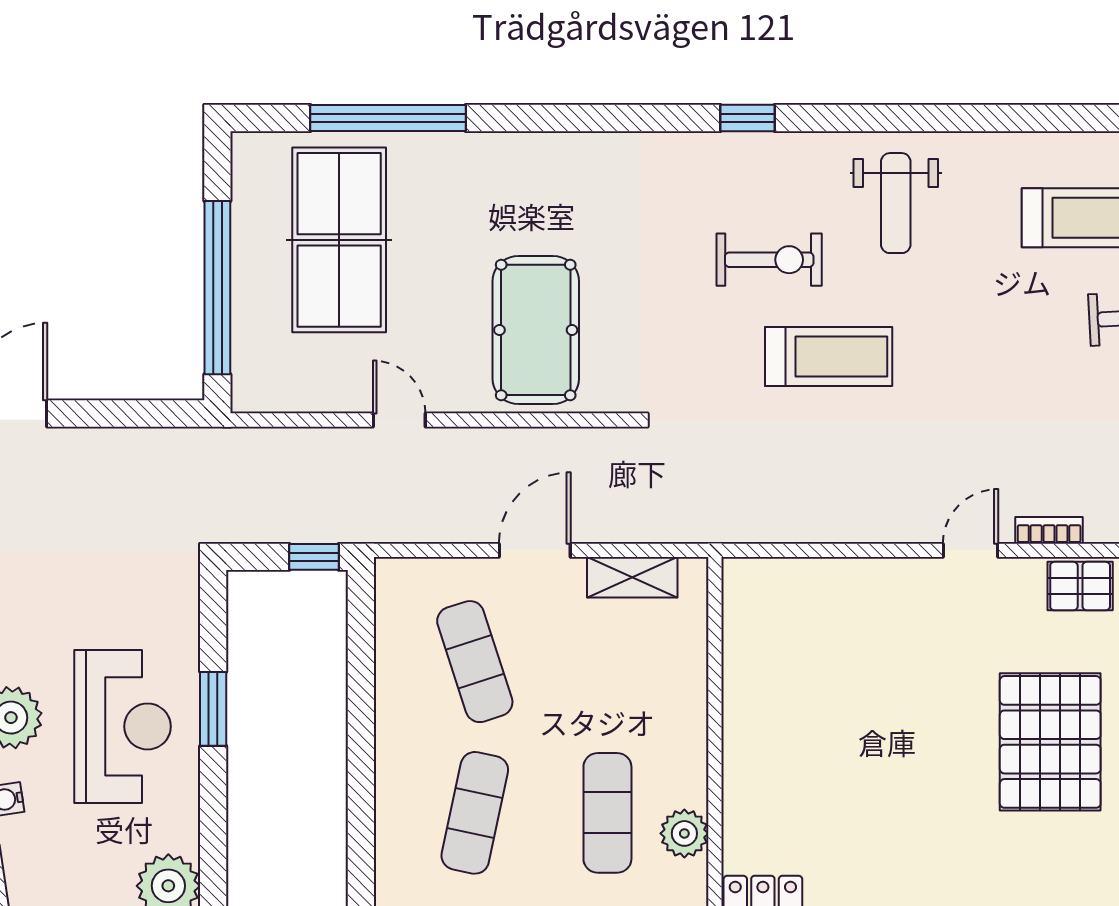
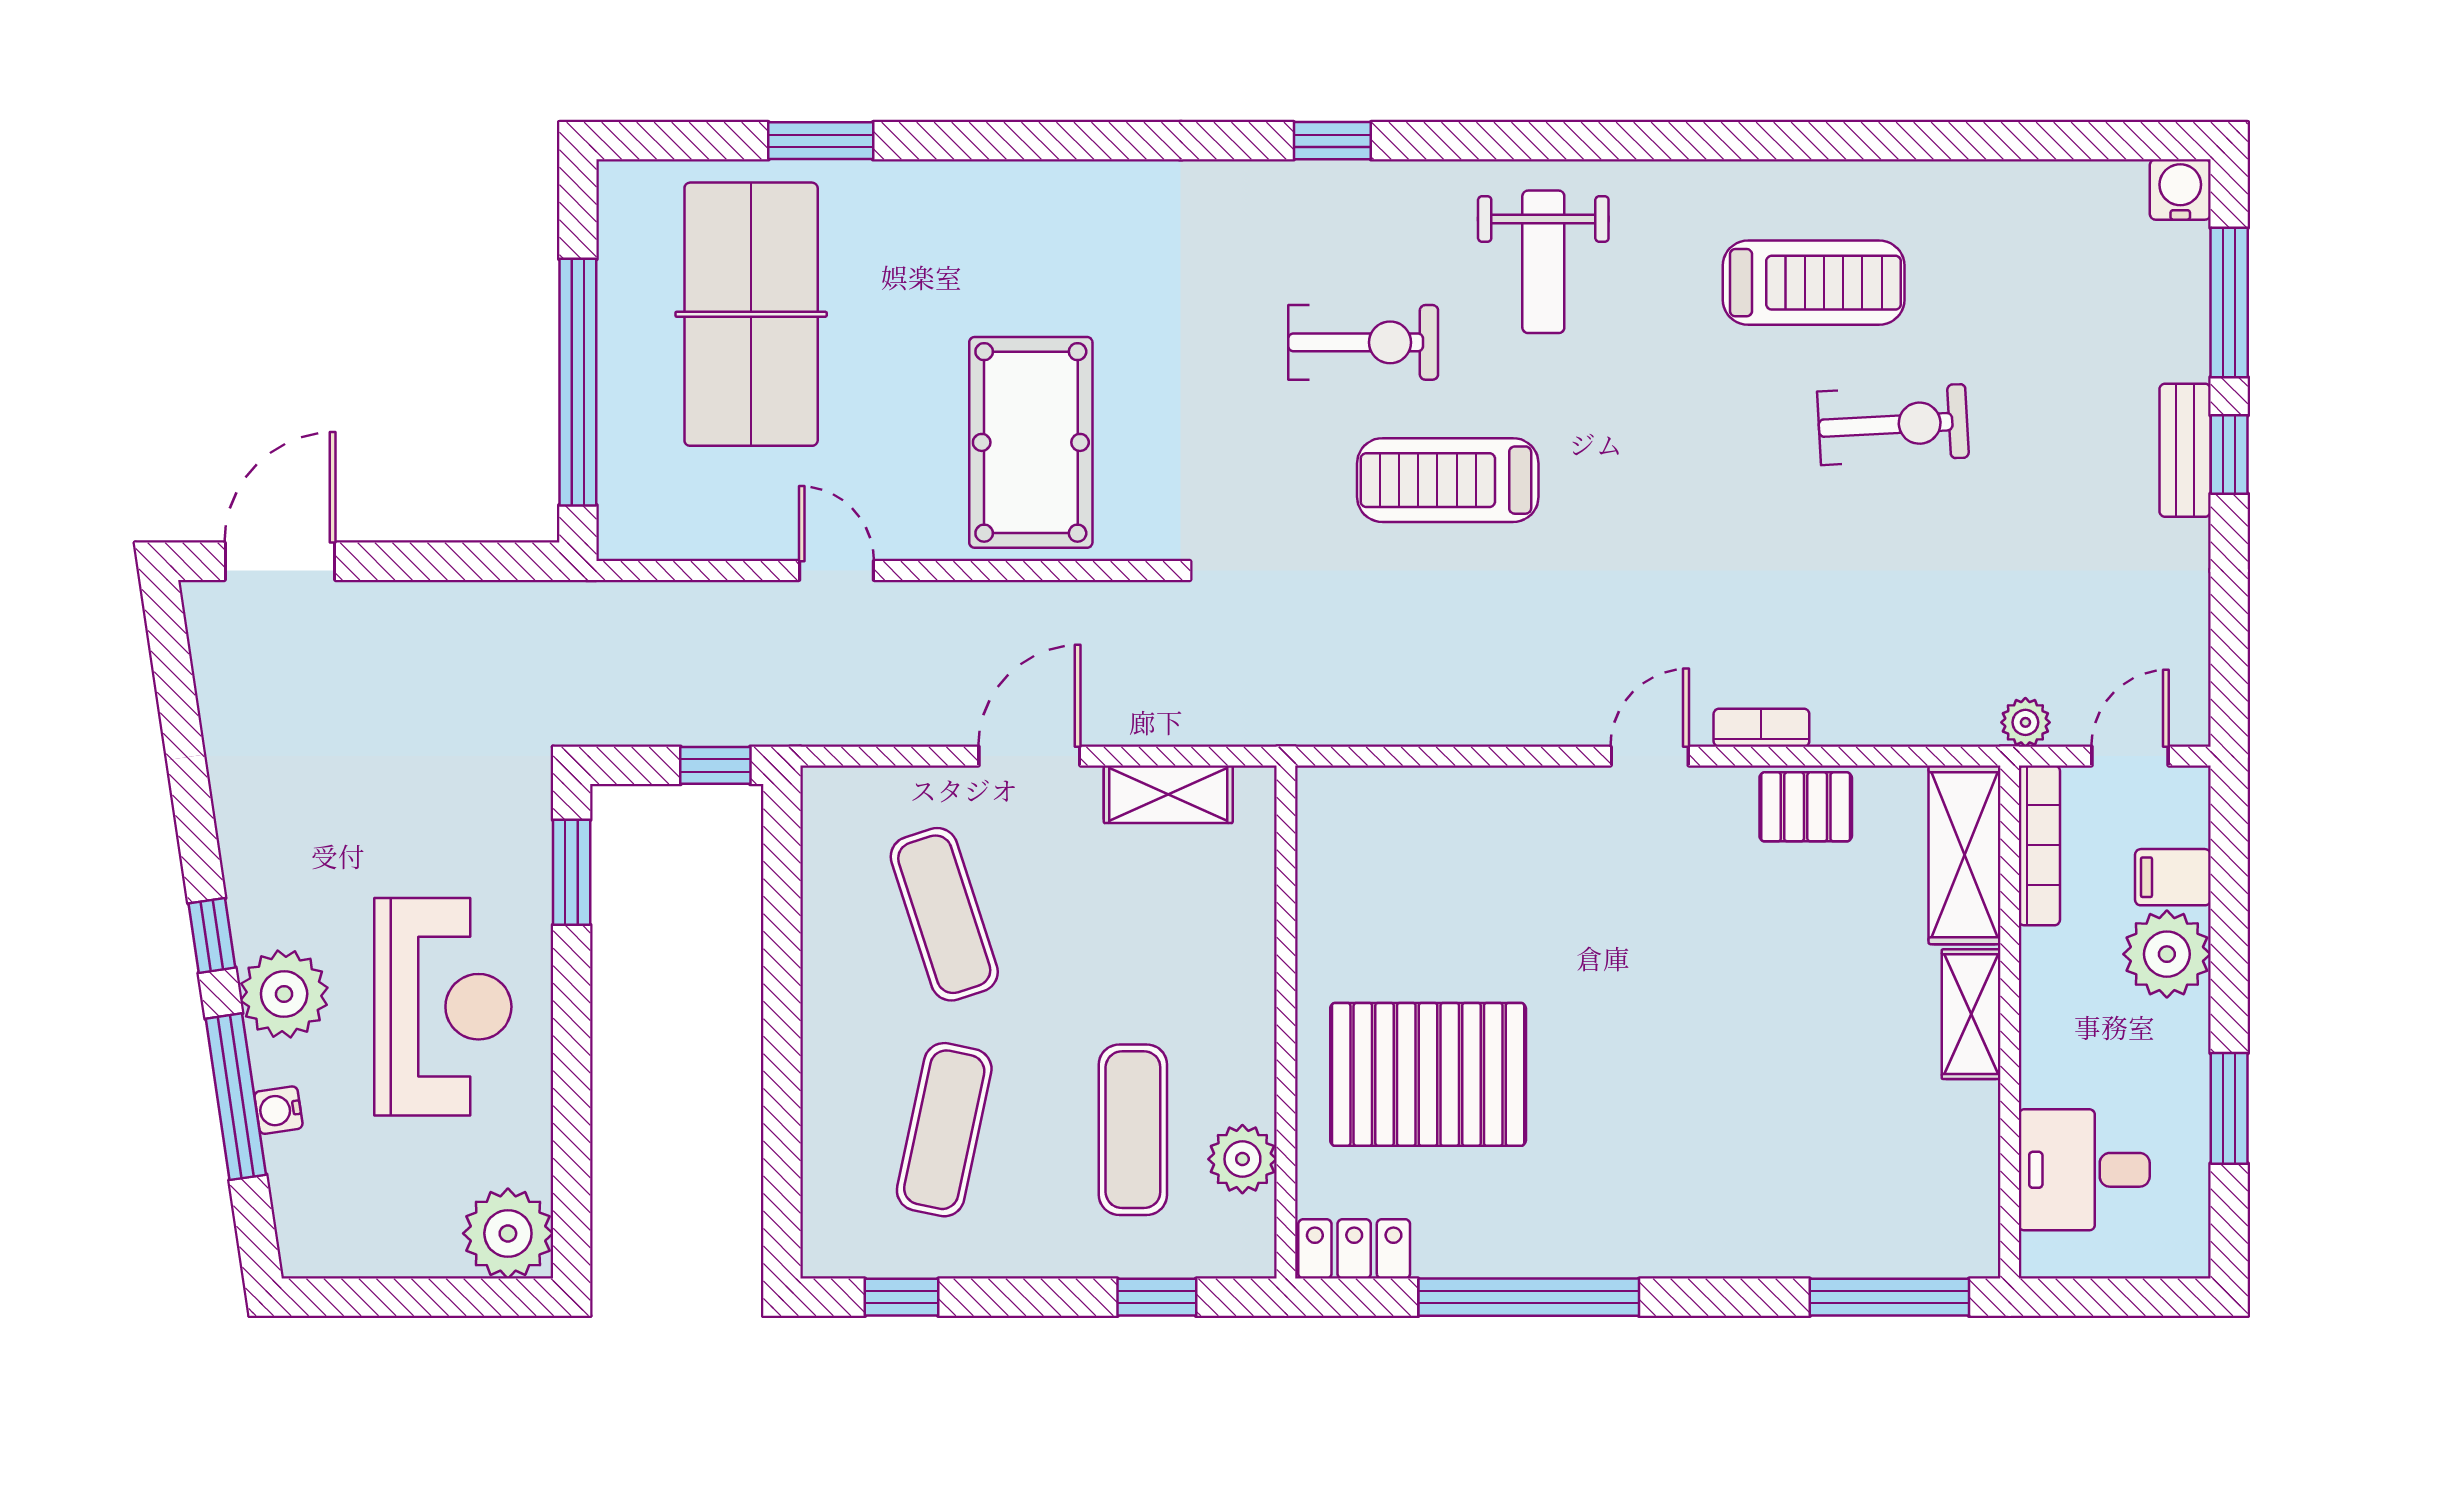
window: (388, 118) -> (821, 141), width x0.47
treadmill: (829, 356) -> (1448, 480), turned 180
window: (213, 709) -> (572, 872), moved
pallet: (1050, 742) -> (1428, 1074), moved, turned 90

